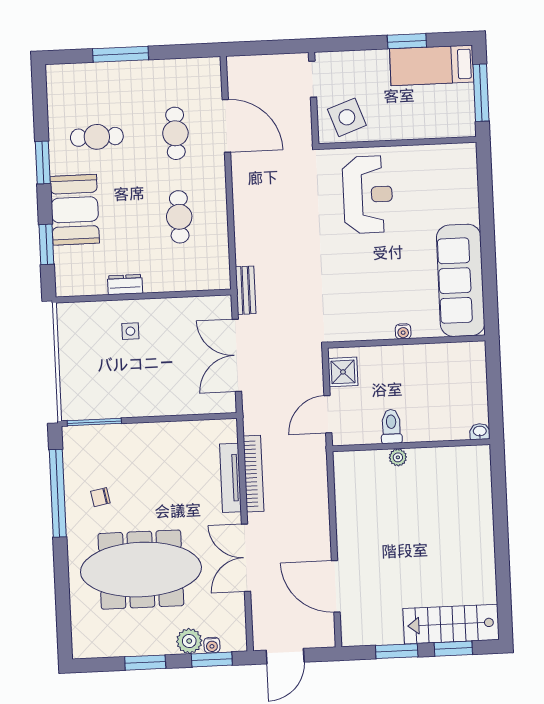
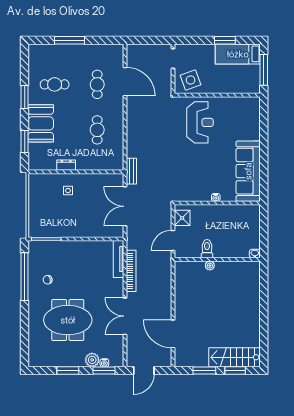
tv unit: (230, 478) -> (119, 259), moved
meeting table: (141, 570) -> (68, 320), width x0.73

